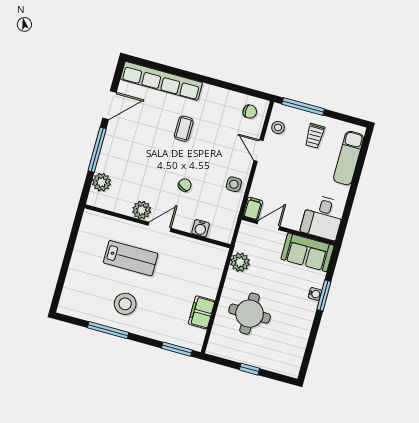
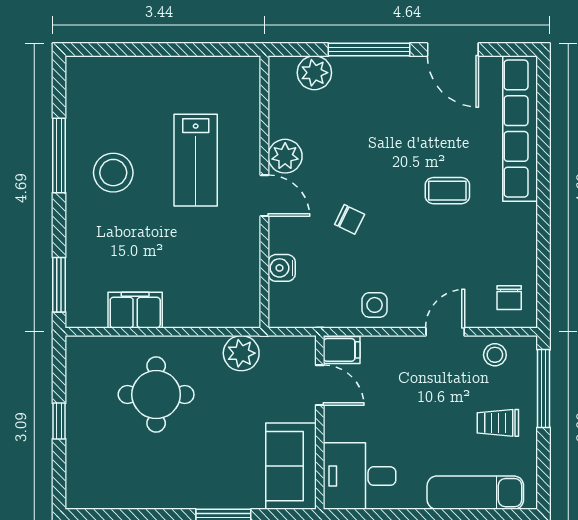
water cooler: (315, 294) -> (222, 499), removed

